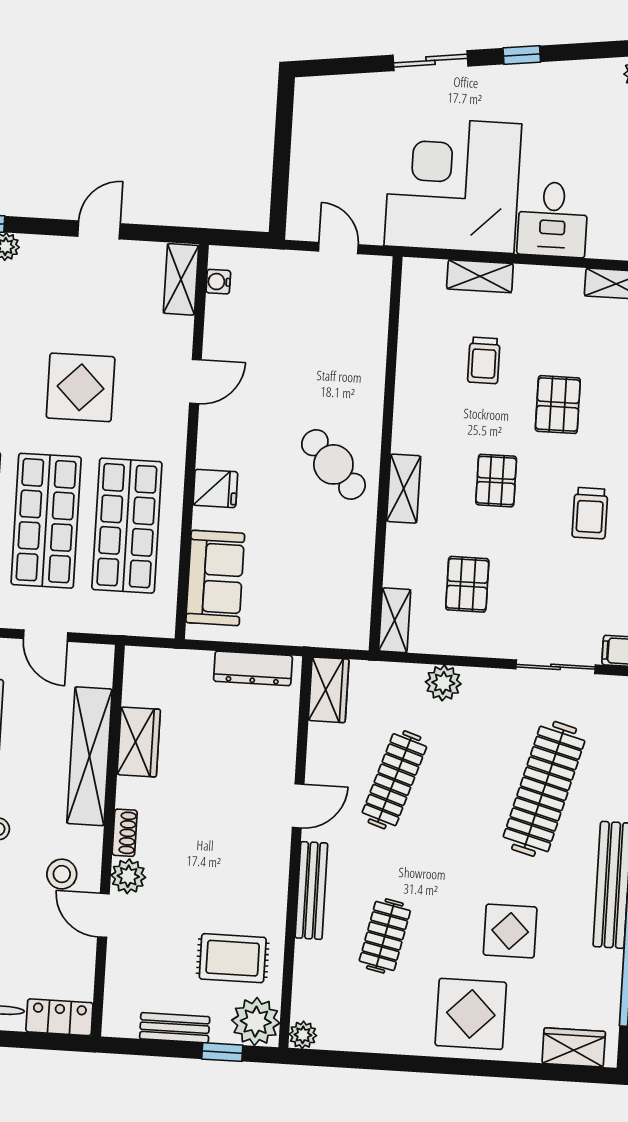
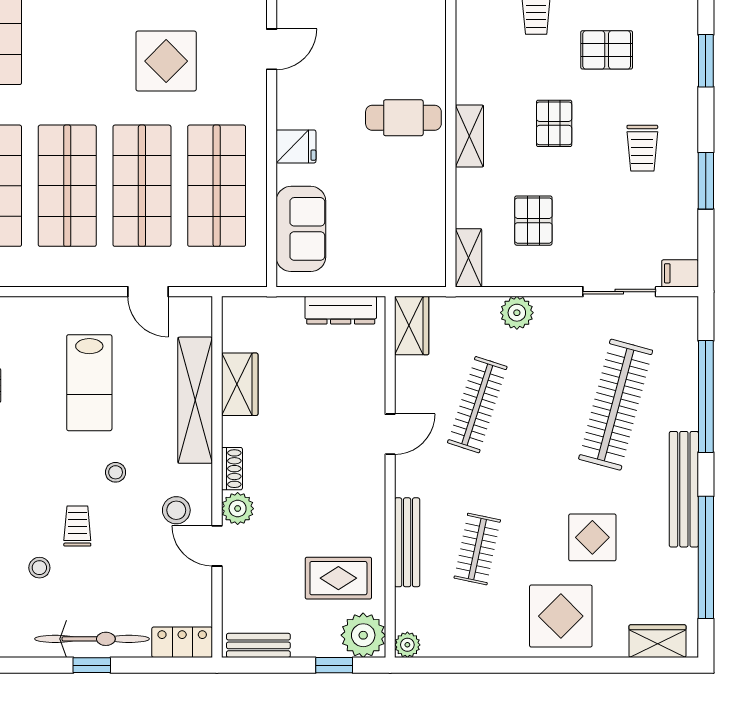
pallet: (558, 405) -> (607, 50), turned 90
cafe table: (333, 464) -> (403, 118), turned -46
bench: (311, 890) -> (407, 542), moved
bench: (175, 1028) -> (258, 645), moved

